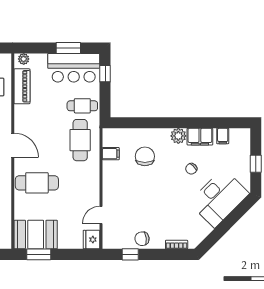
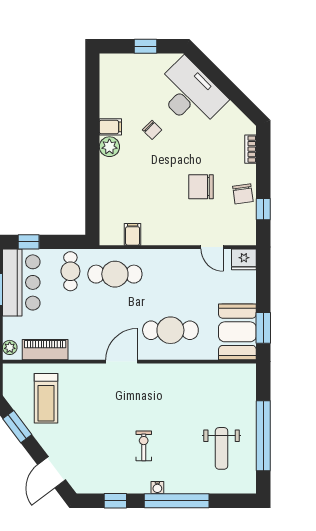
filing cabinet: (223, 136) -> (110, 89), removed
filing cabinet: (200, 137) -> (110, 127), width x0.50
chair: (145, 156) -> (201, 187), moved
cafe table: (37, 183) -> (170, 330), turned 90

